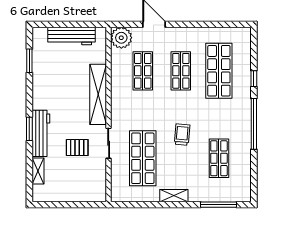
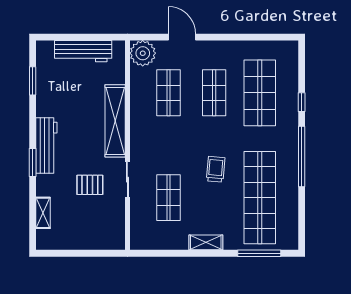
workbench: (41, 133) -> (46, 145), moved
shop shelf: (143, 158) -> (169, 198), width x0.70, depth x0.74
shop shelf: (219, 158) -> (260, 198), width x2.00, depth x1.36

